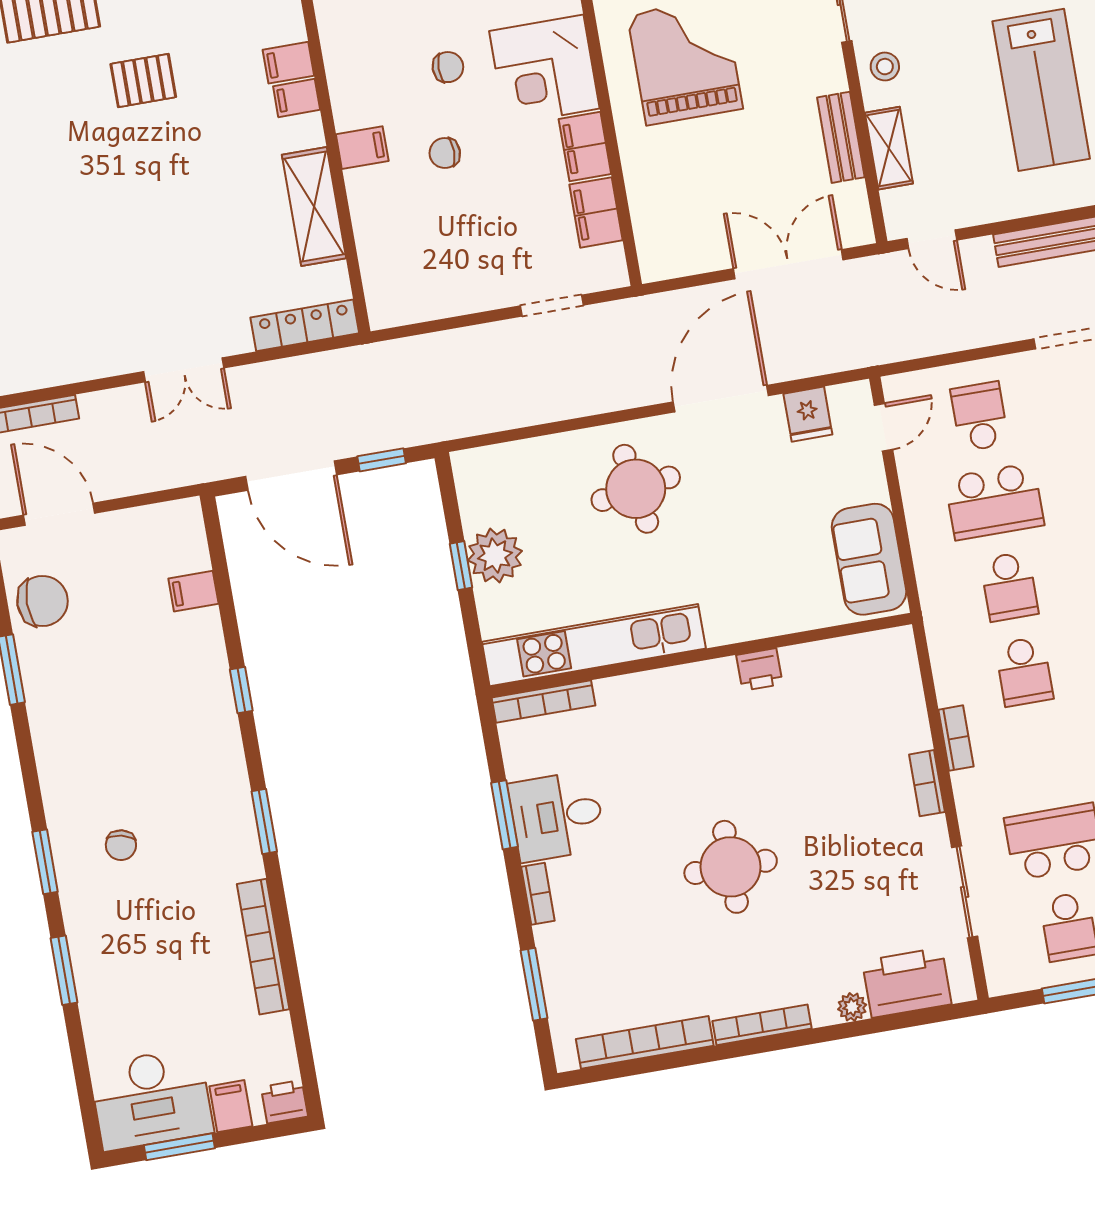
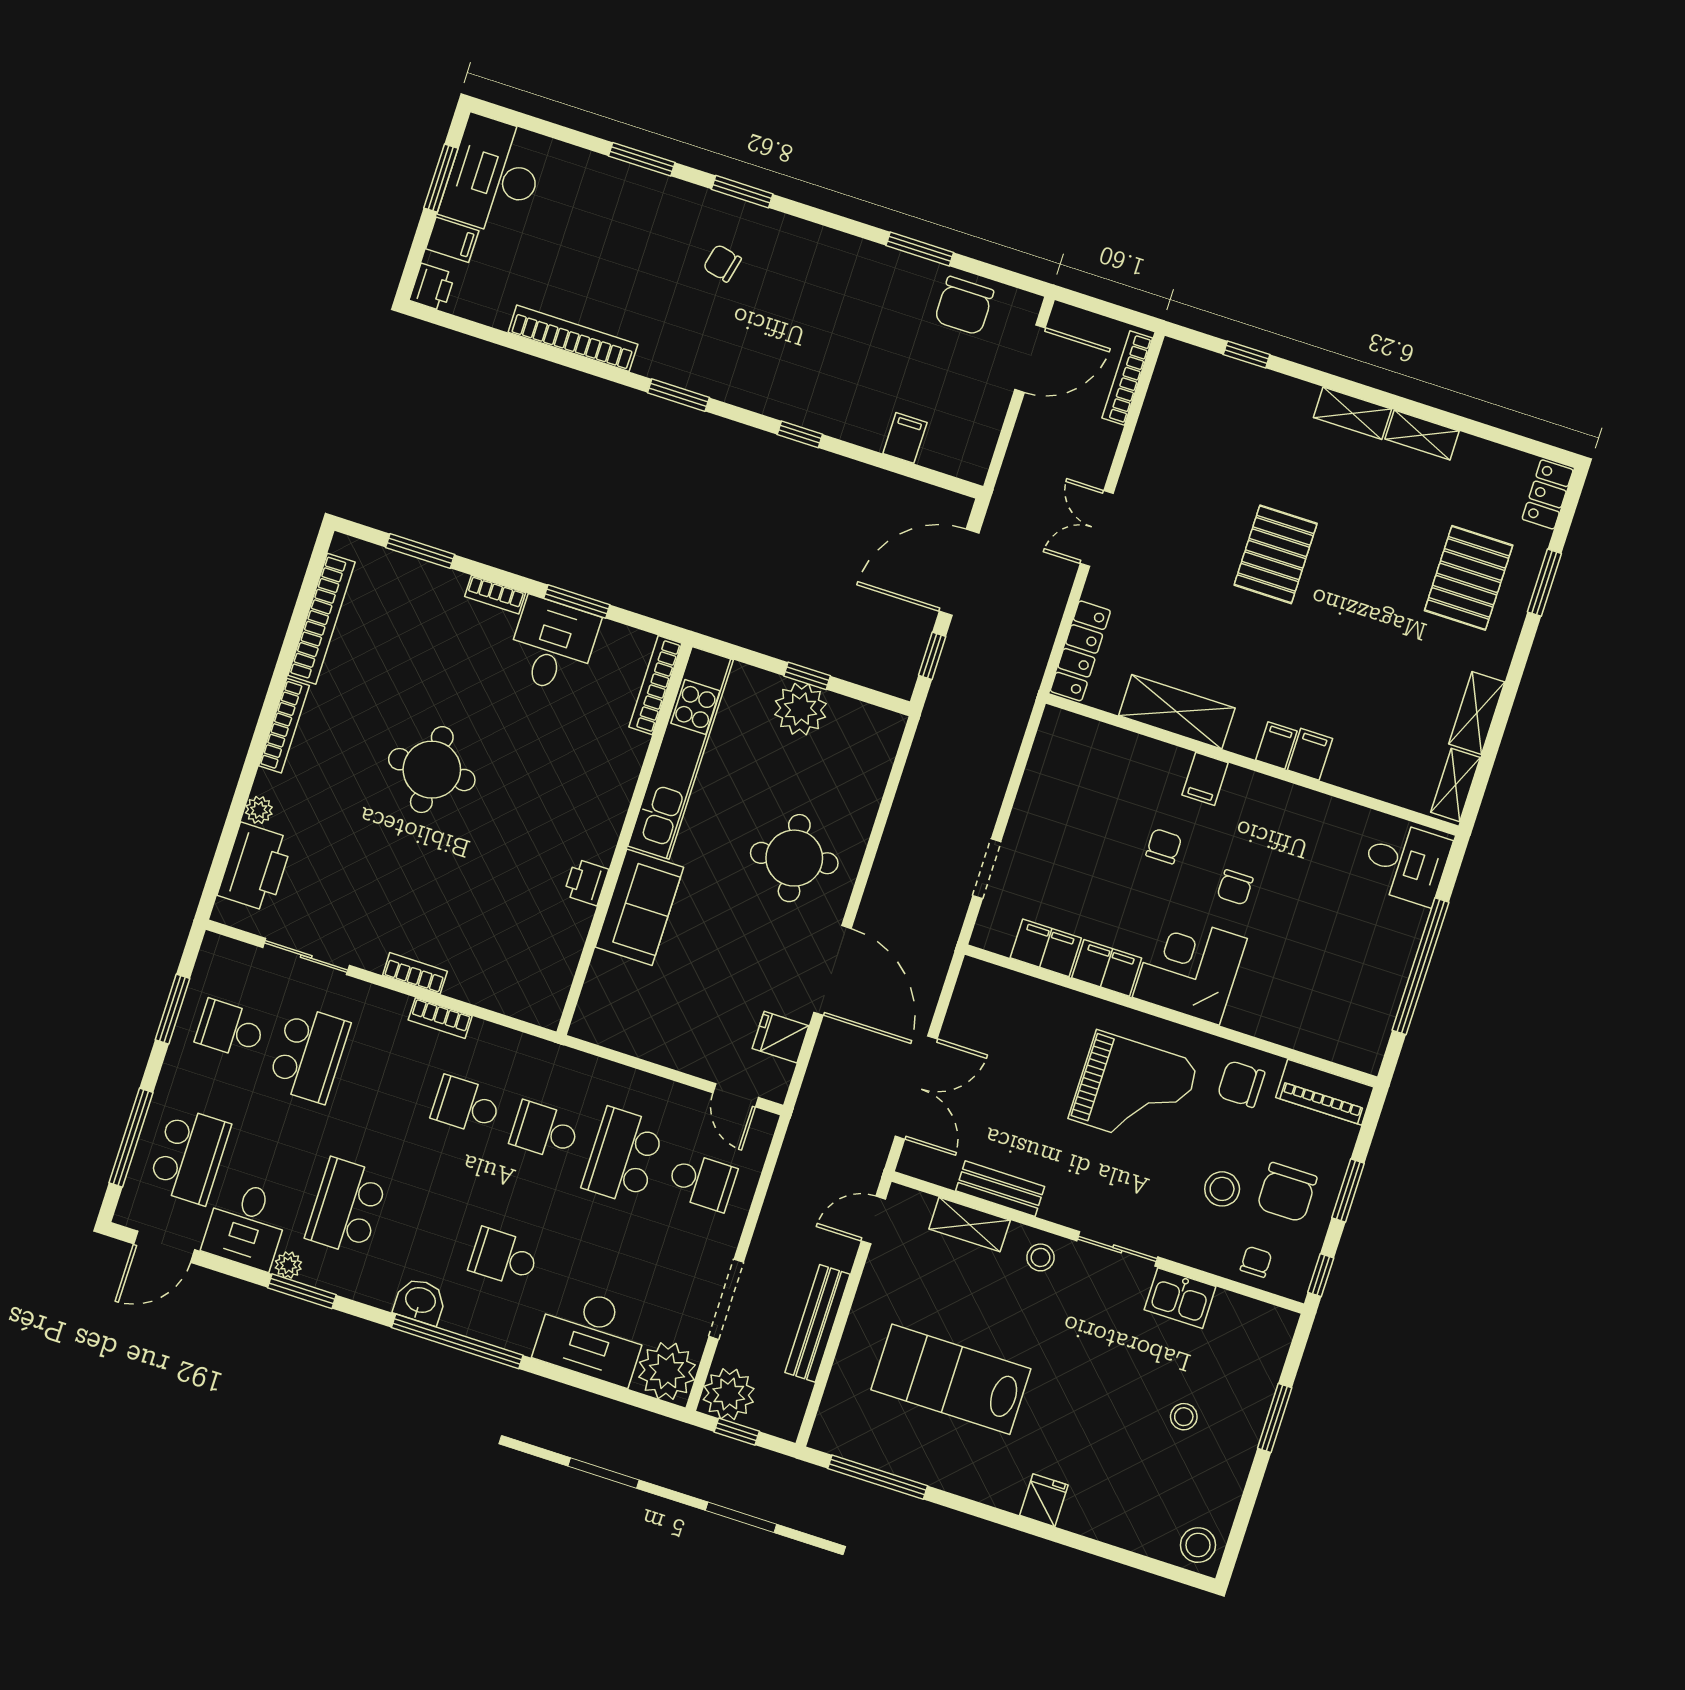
pallet: (143, 81) -> (1276, 554), moved, width x1.50, depth x1.42
sofa: (869, 559) -> (639, 907), moved, turned 90

